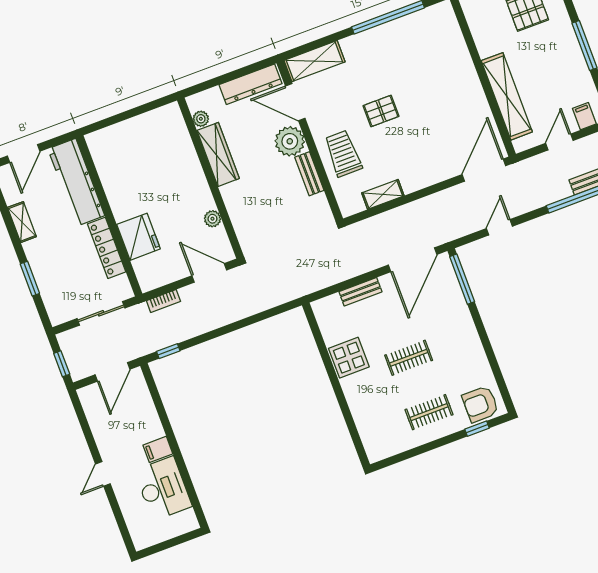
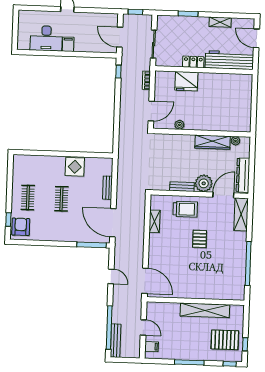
shelving: (507, 96) -> (205, 310), moved
locker: (107, 248) -> (193, 62), width x0.66

